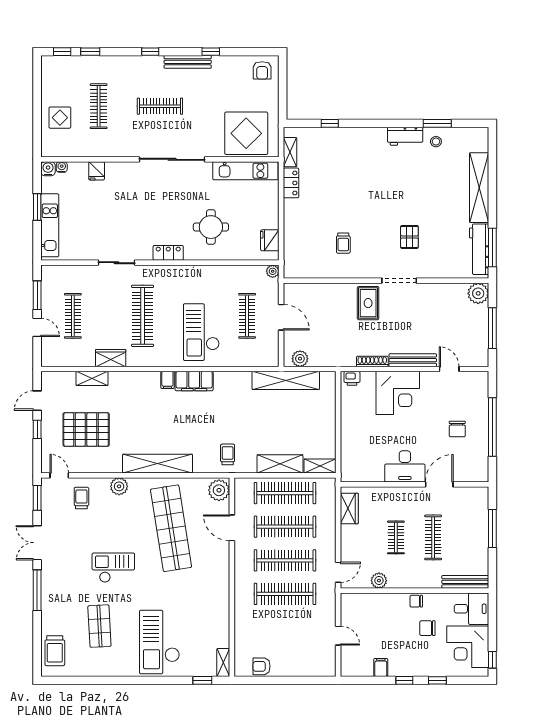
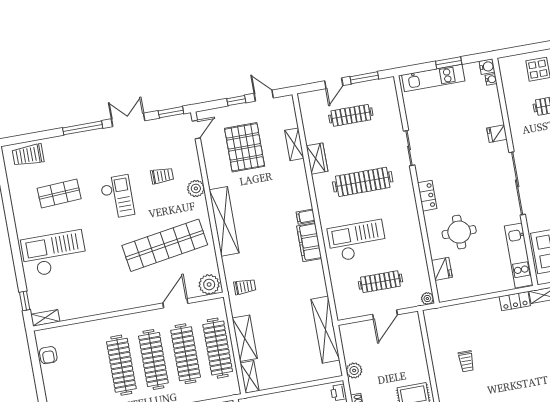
fridge: (97, 171) -> (497, 134), moved
fridge: (270, 240) -> (442, 269), moved, turned 90
trolley: (343, 243) -> (466, 361), turned -90
plant: (300, 359) -> (354, 370), moved
trolley: (81, 498) -> (162, 176), moved
armchair: (262, 666) -> (48, 355), turned 180

